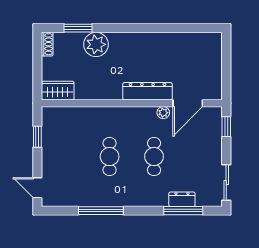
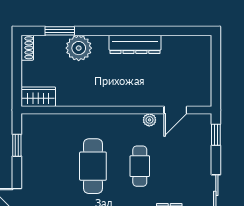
dresser: (147, 91) -> (135, 44), moved, turned 180
door: (188, 103) -> (175, 110), width x0.73
cafe table: (110, 157) -> (93, 166), width x1.37, depth x1.35

